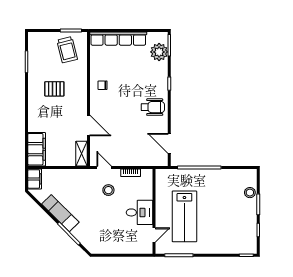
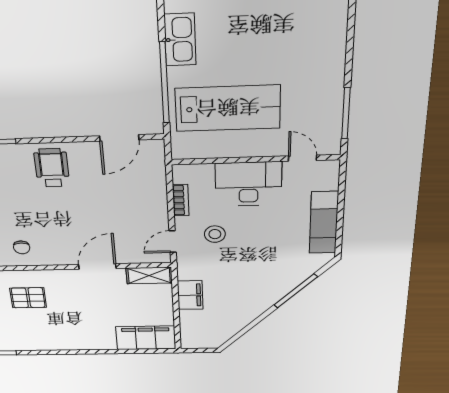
pallet: (54, 89) -> (28, 298), moved, turned 90
kitchen sink: (222, 176) -> (180, 40), added
filing cabinet: (35, 179) -> (190, 295), moved, turned 90
desk: (139, 212) -> (248, 184), width x1.37
exam couch: (60, 213) -> (324, 223), moved, turned -45
lab bench: (184, 216) -> (228, 108), moved

